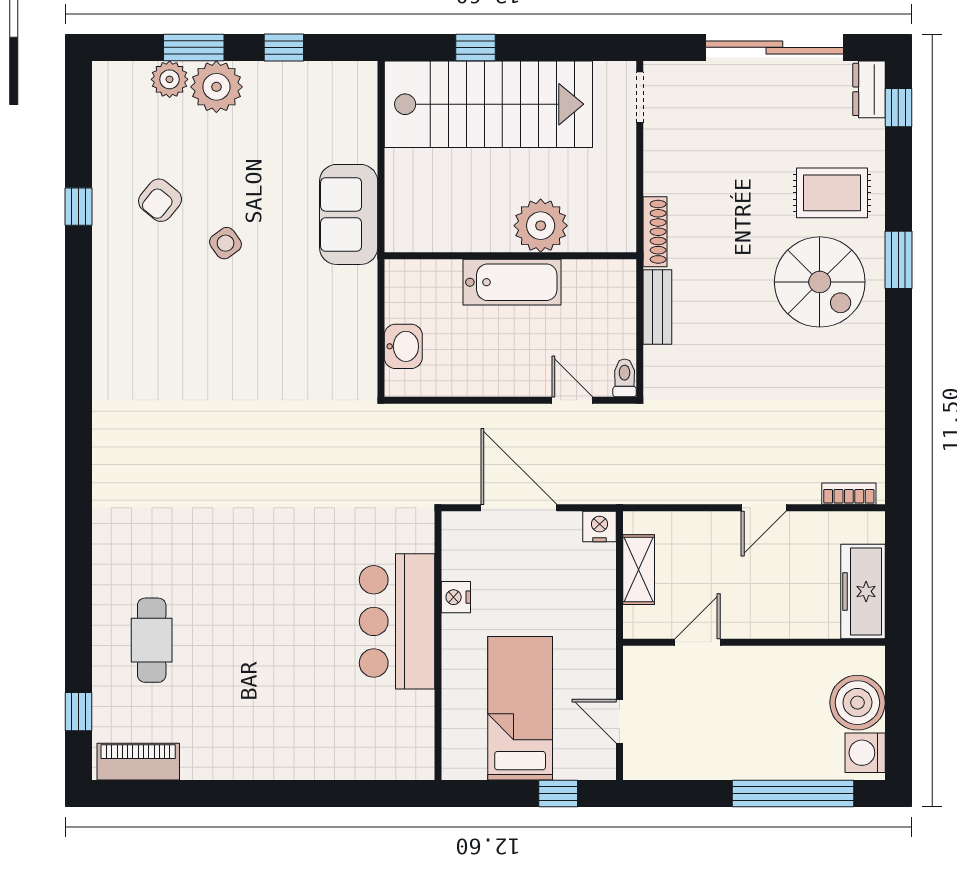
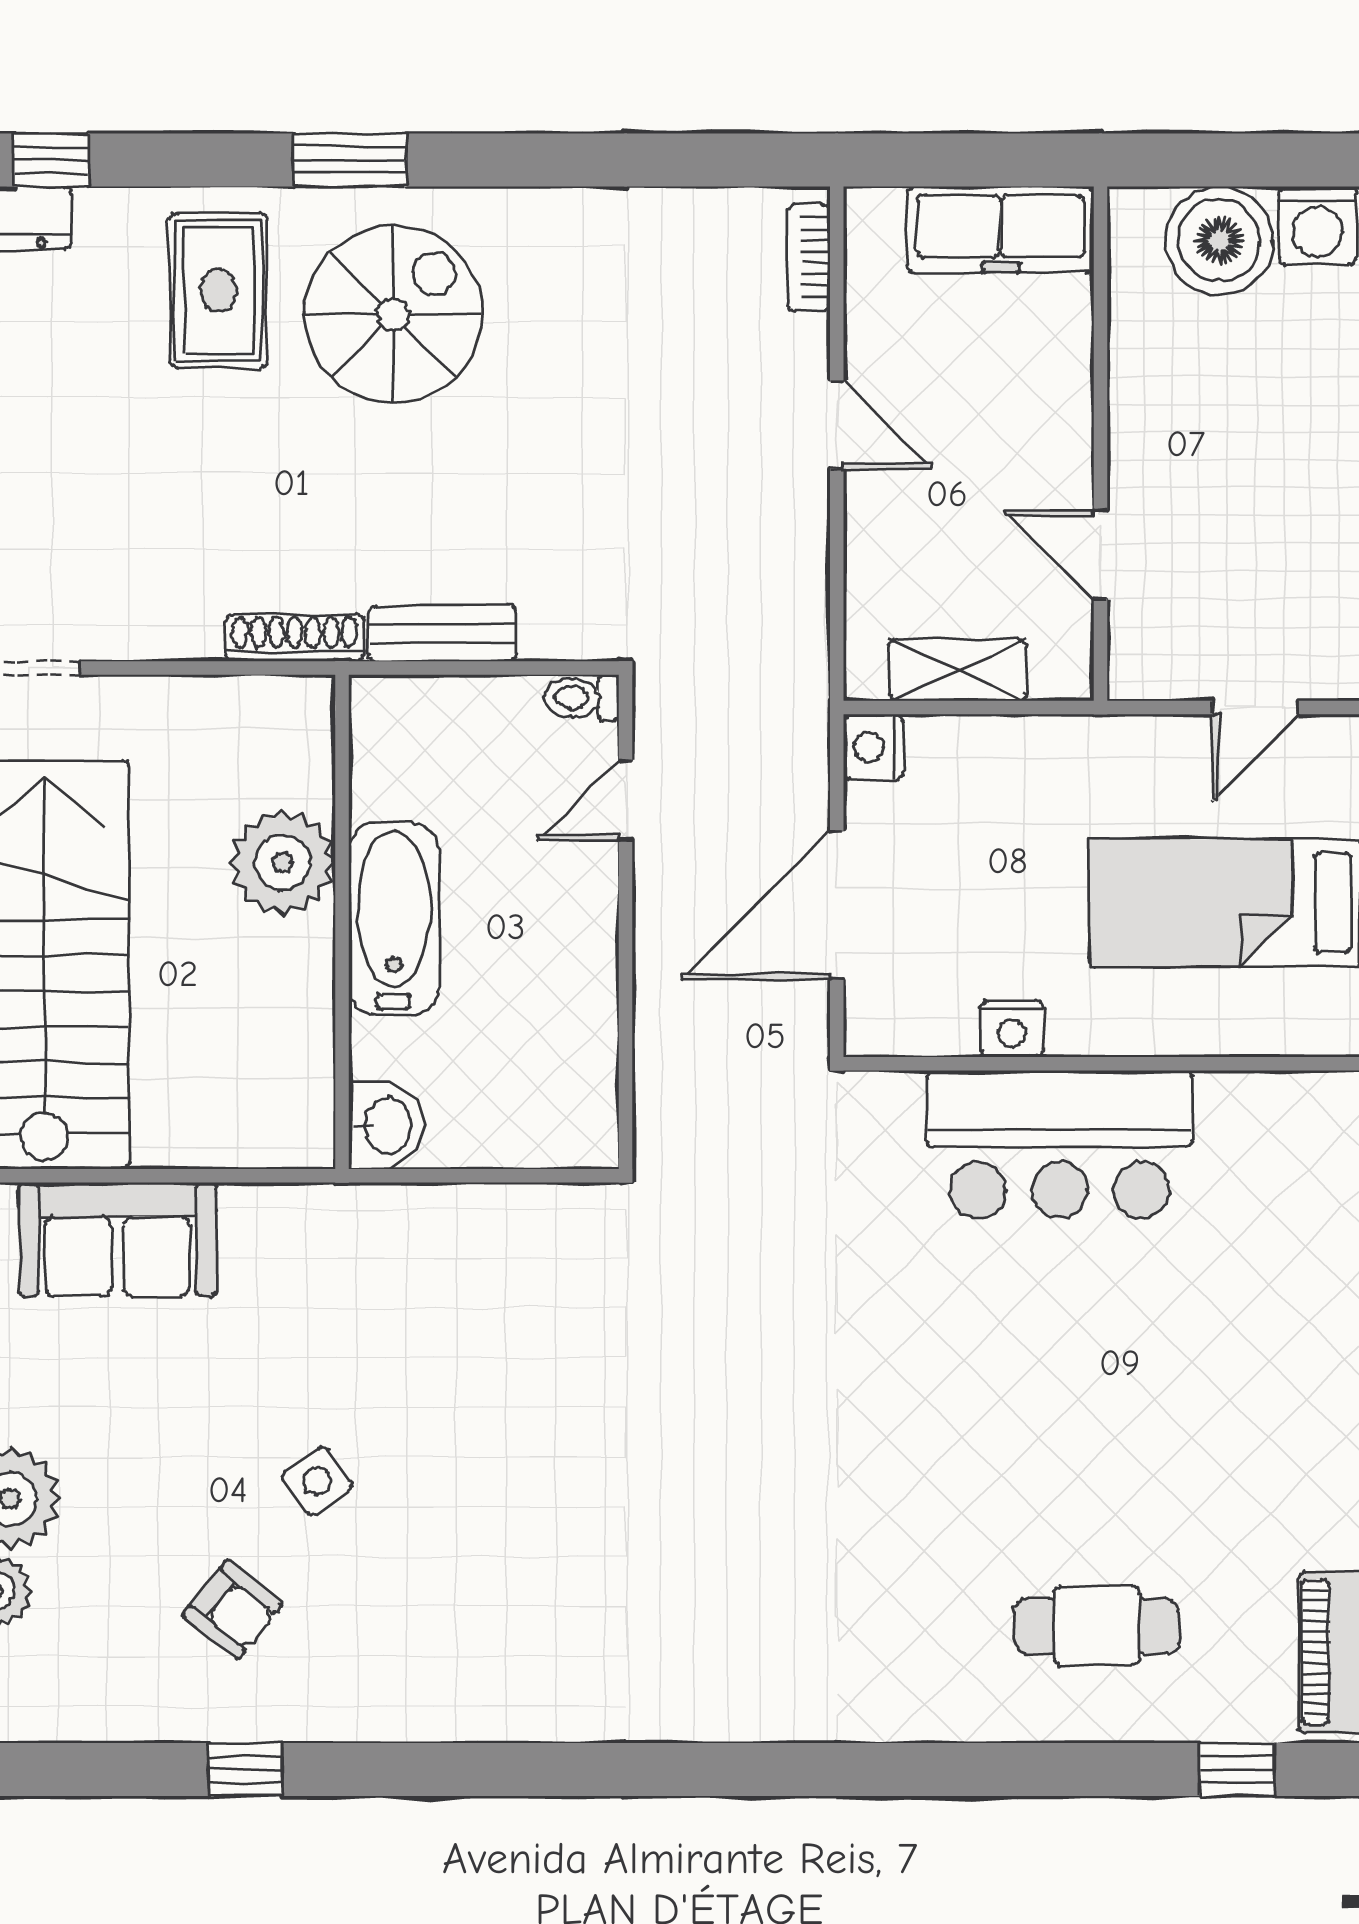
sofa: (349, 214) -> (117, 1239), moved
washbasin: (403, 346) -> (386, 1125), moved, turned 90

